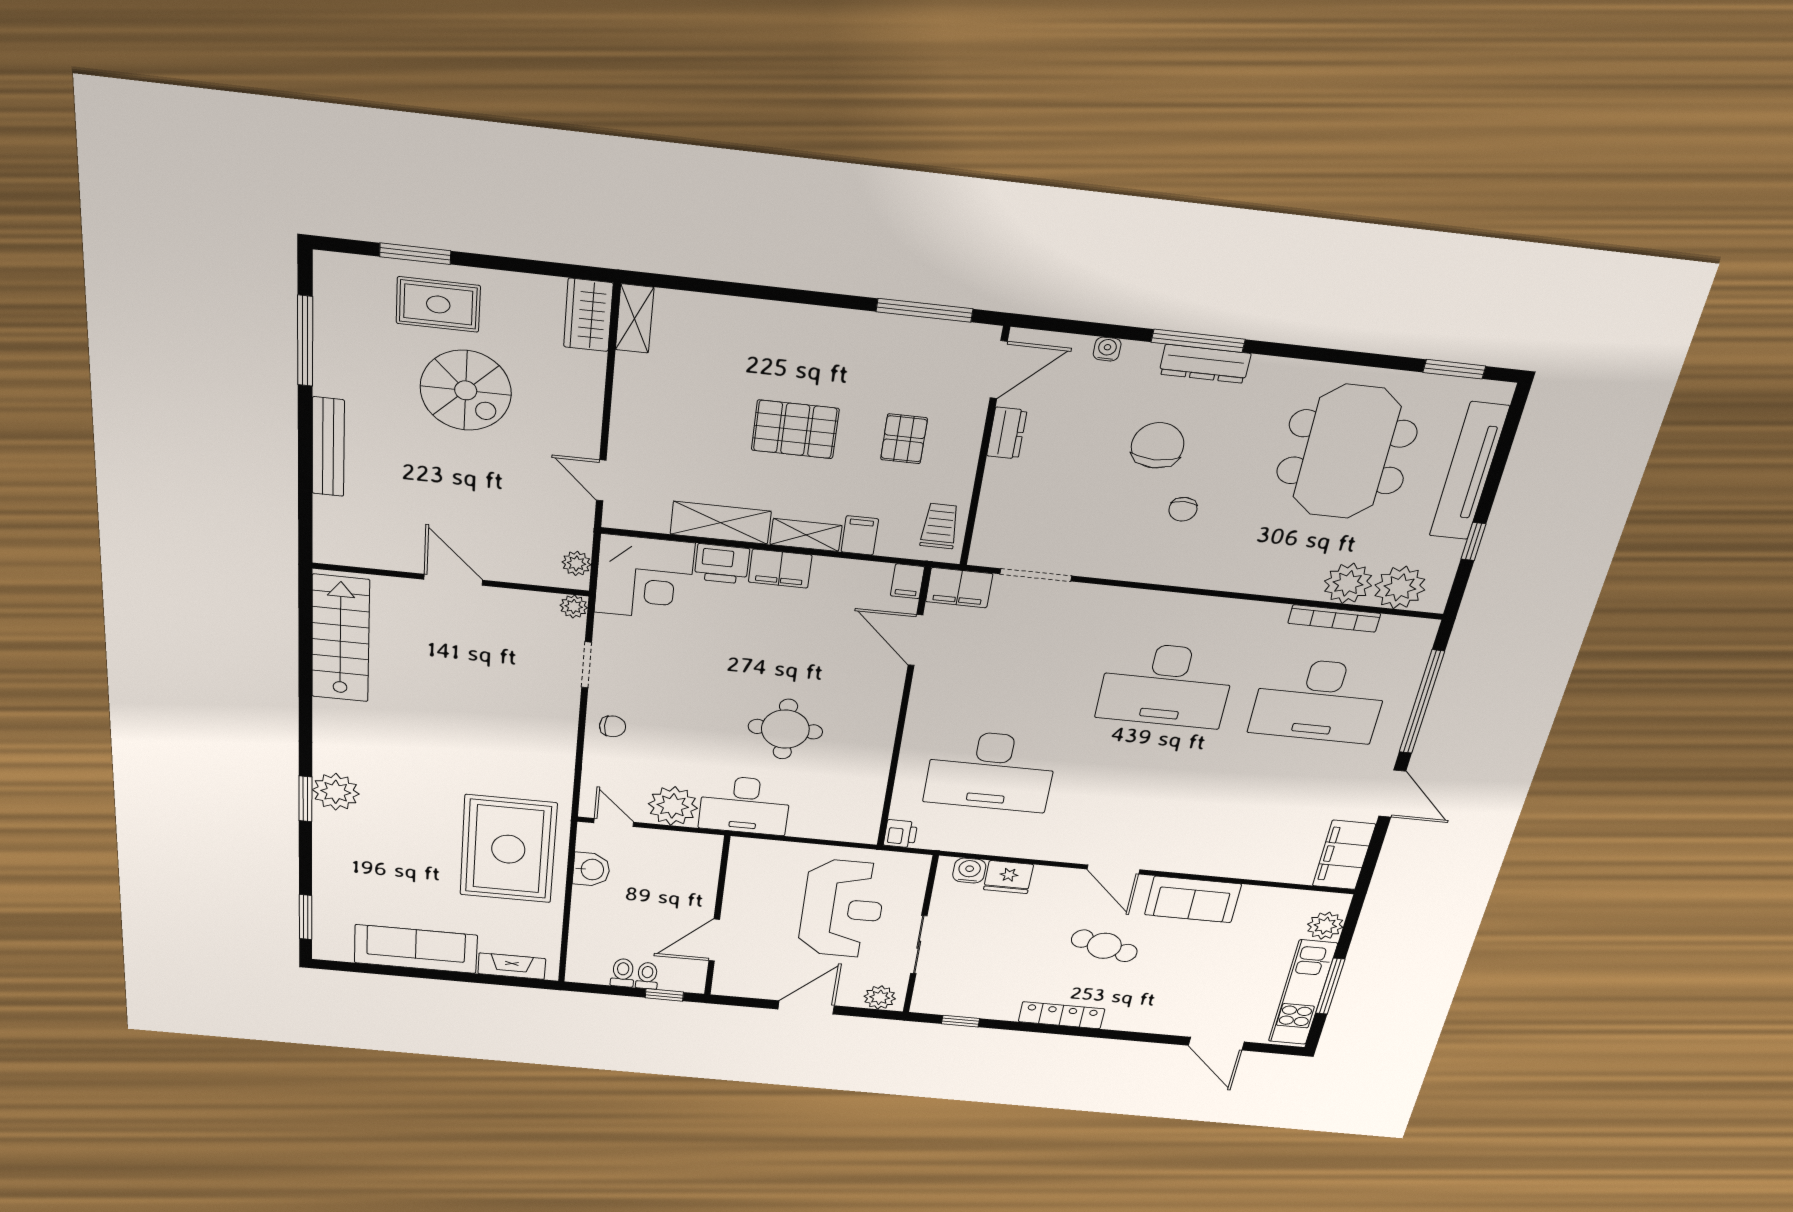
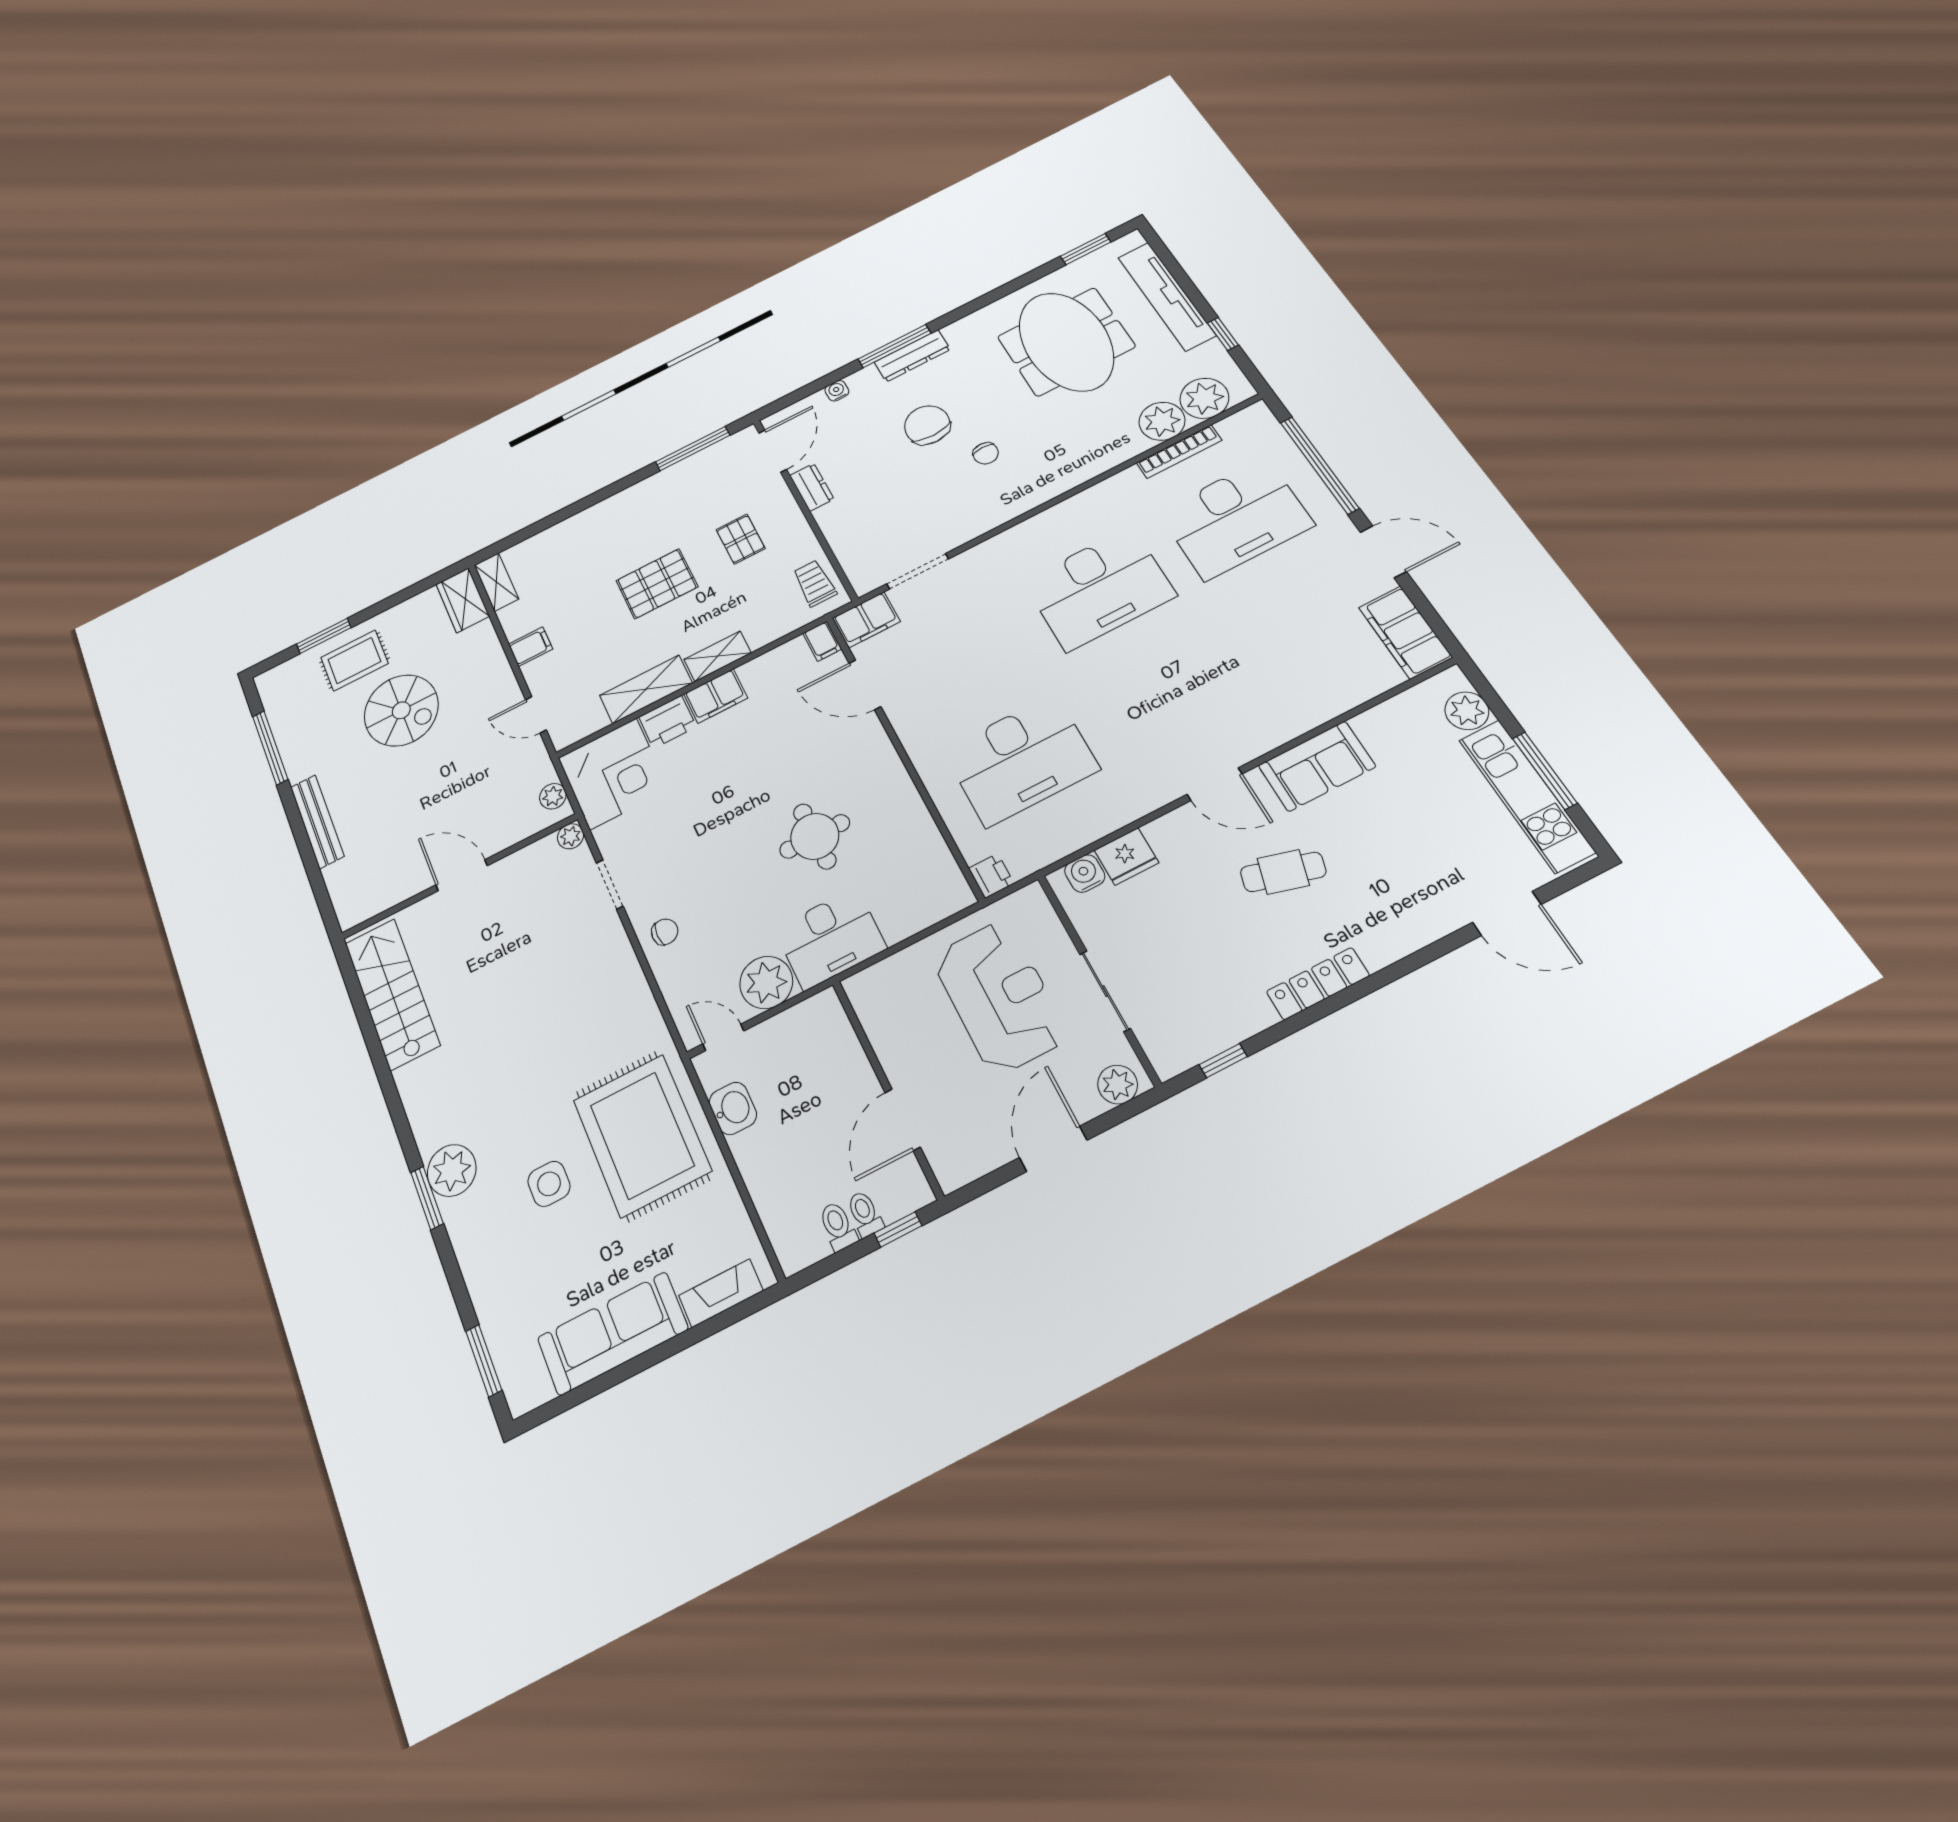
filing cabinet: (860, 535) -> (531, 647), moved, turned 90
side table: (414, 841) -> (549, 1184), added

